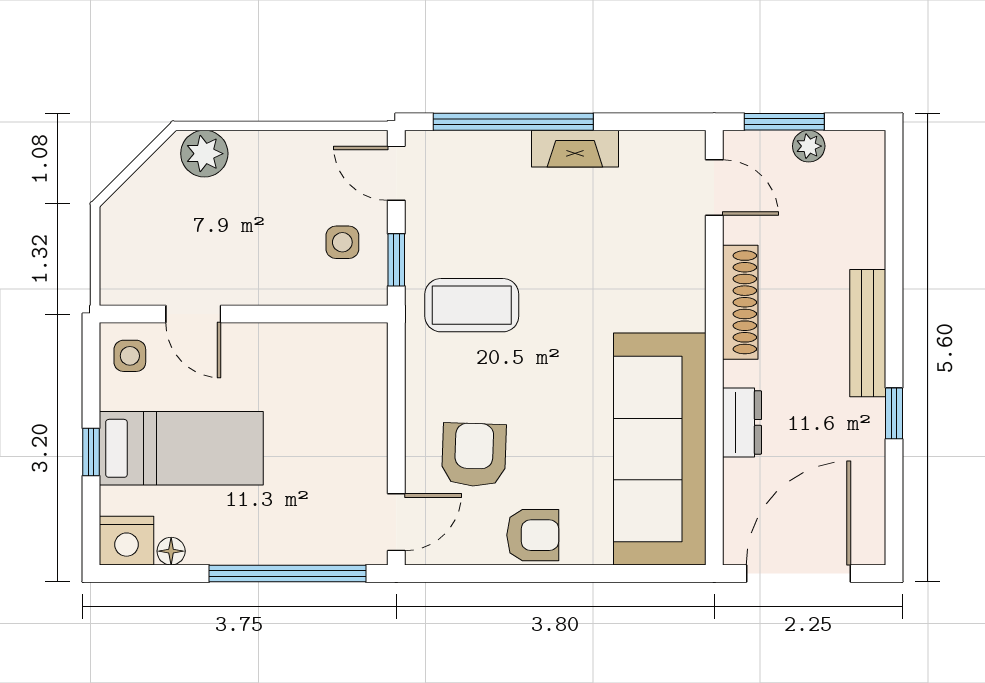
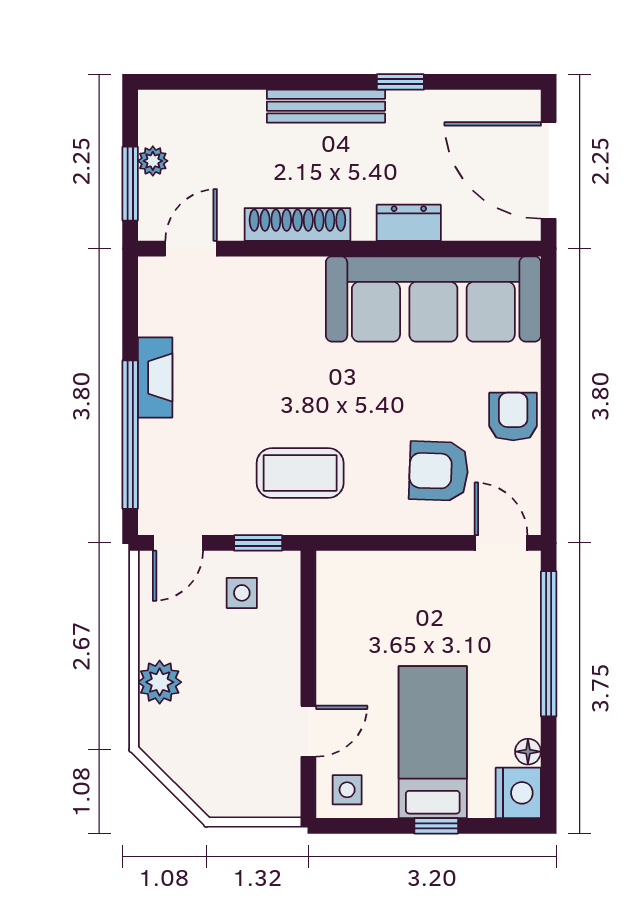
plant: (204, 154) -> (160, 682), moved
coffee table: (472, 305) -> (300, 473), turned 90

